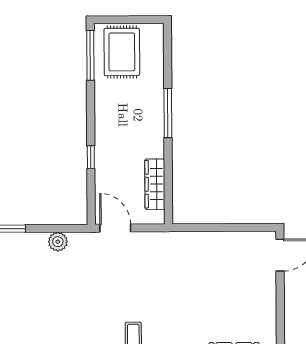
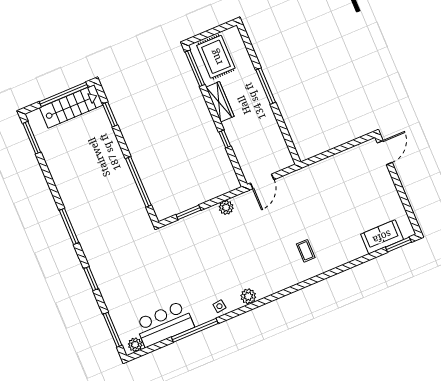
wardrobe: (155, 184) -> (220, 102), moved, turned 180
door: (115, 228) -> (262, 181), swing flipped

